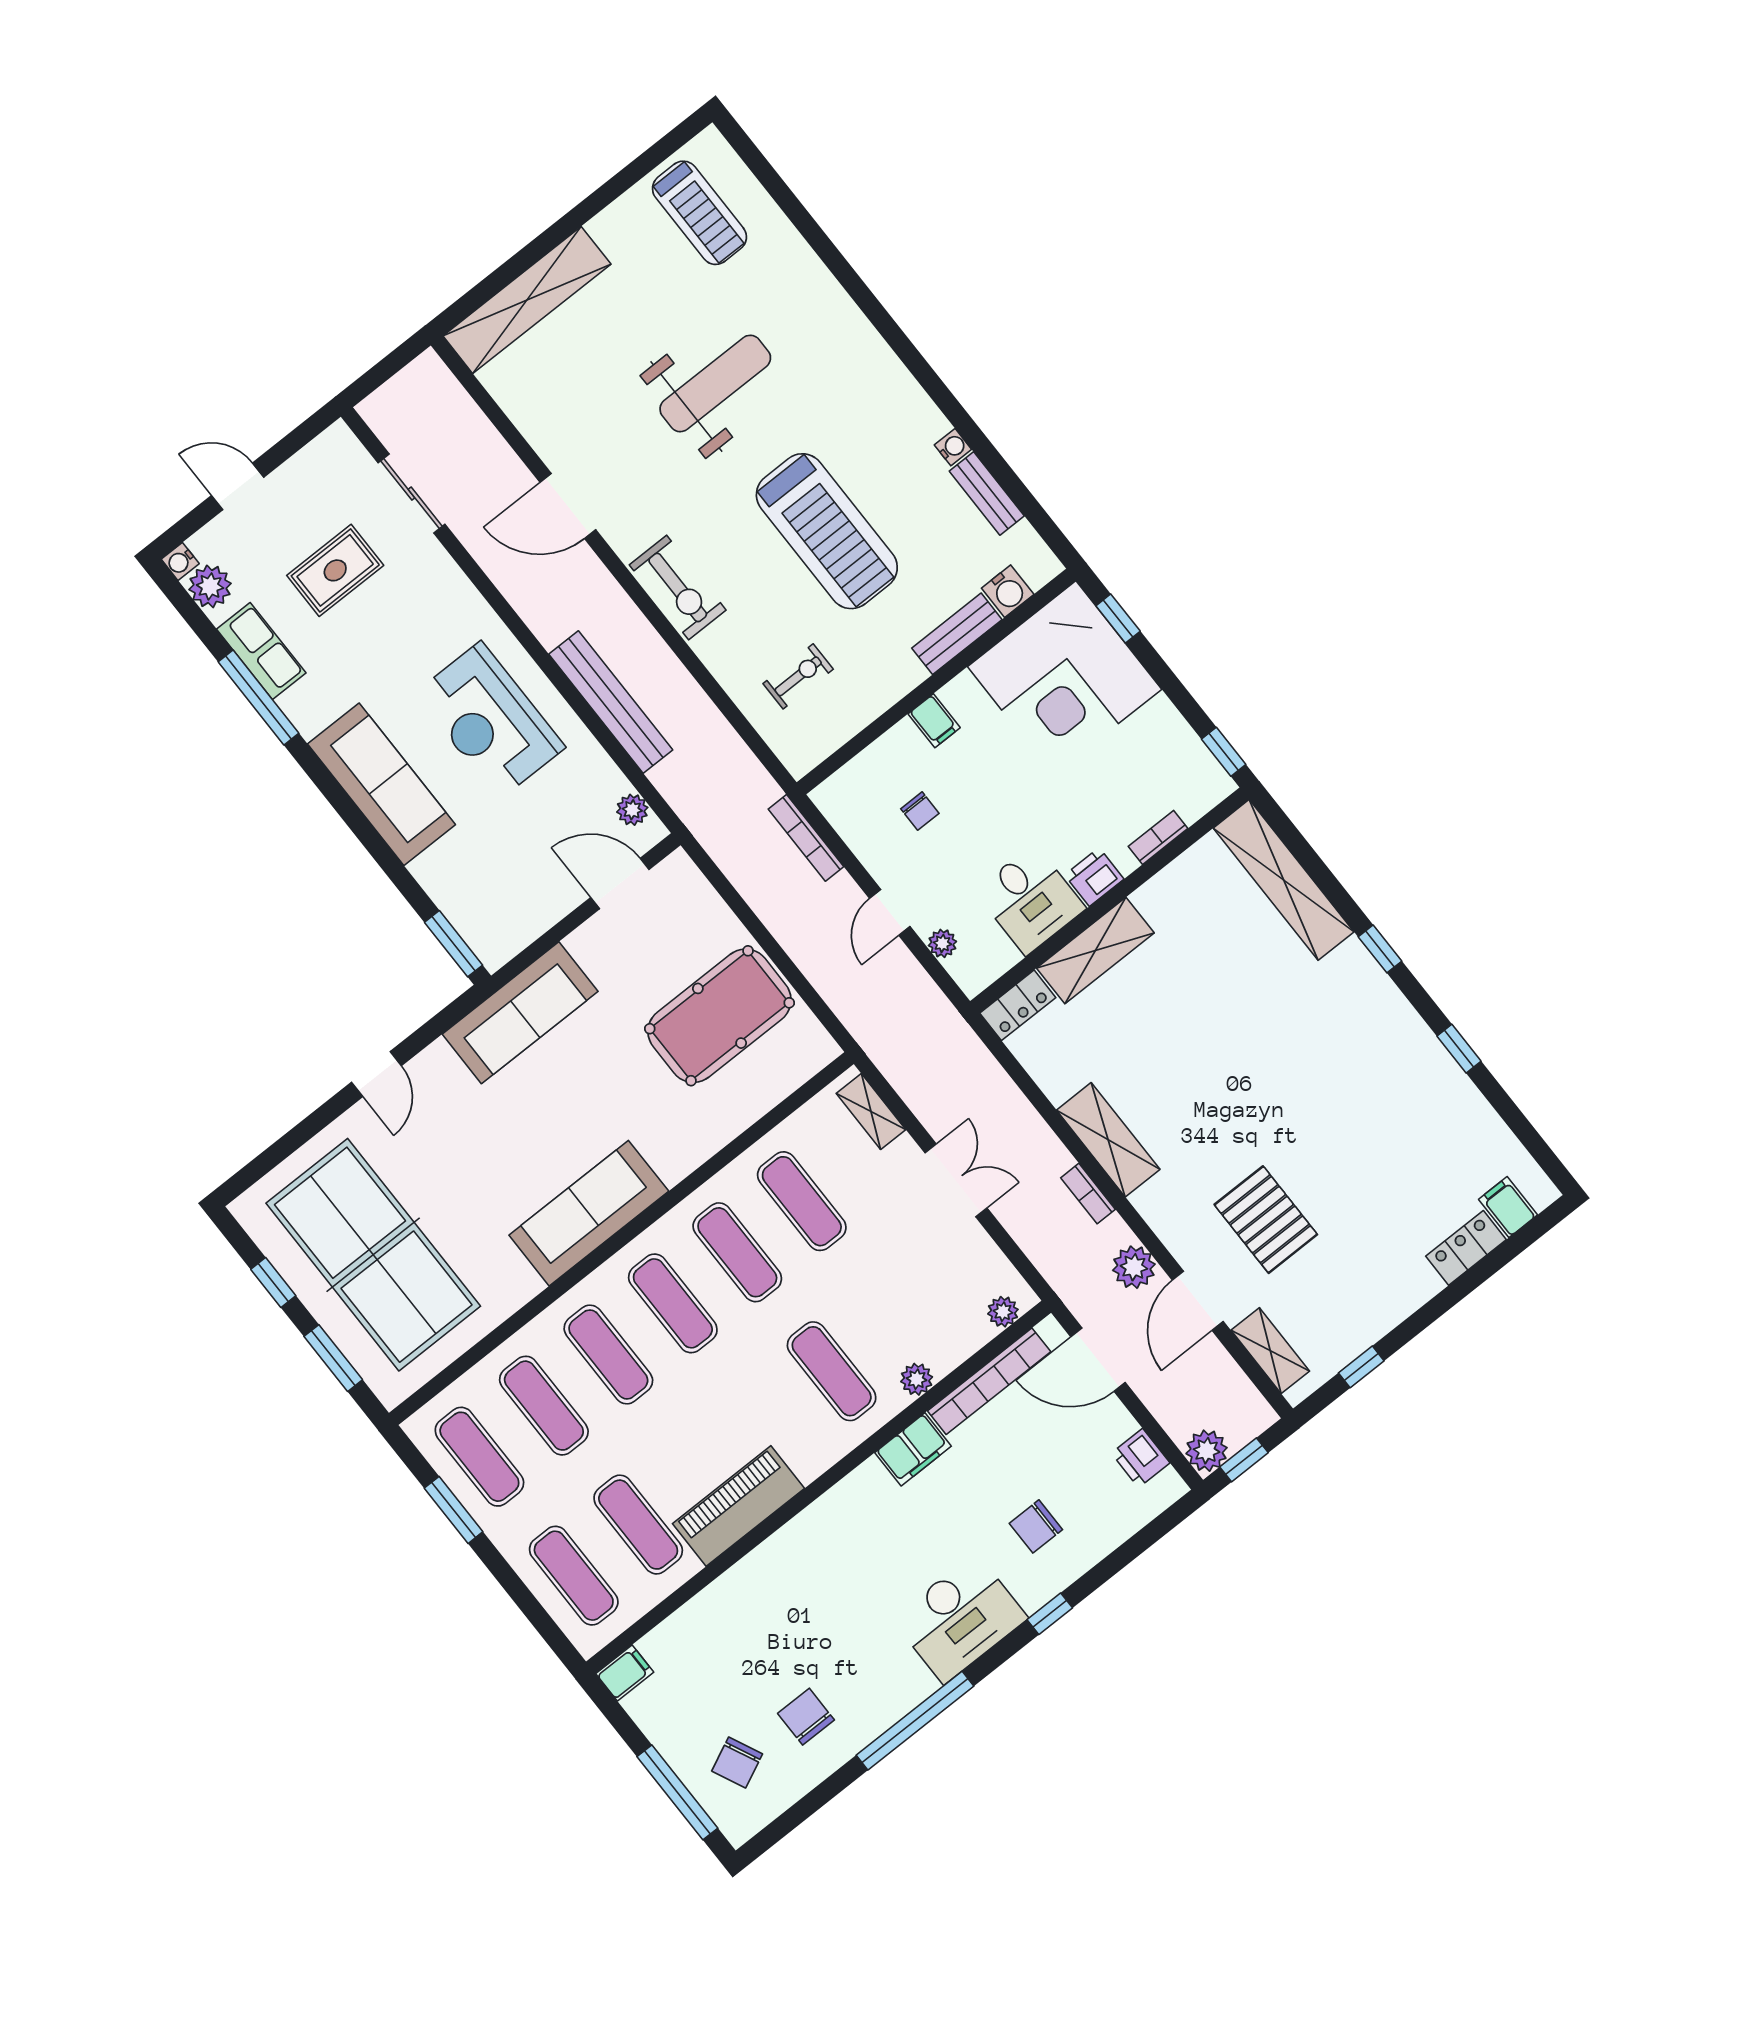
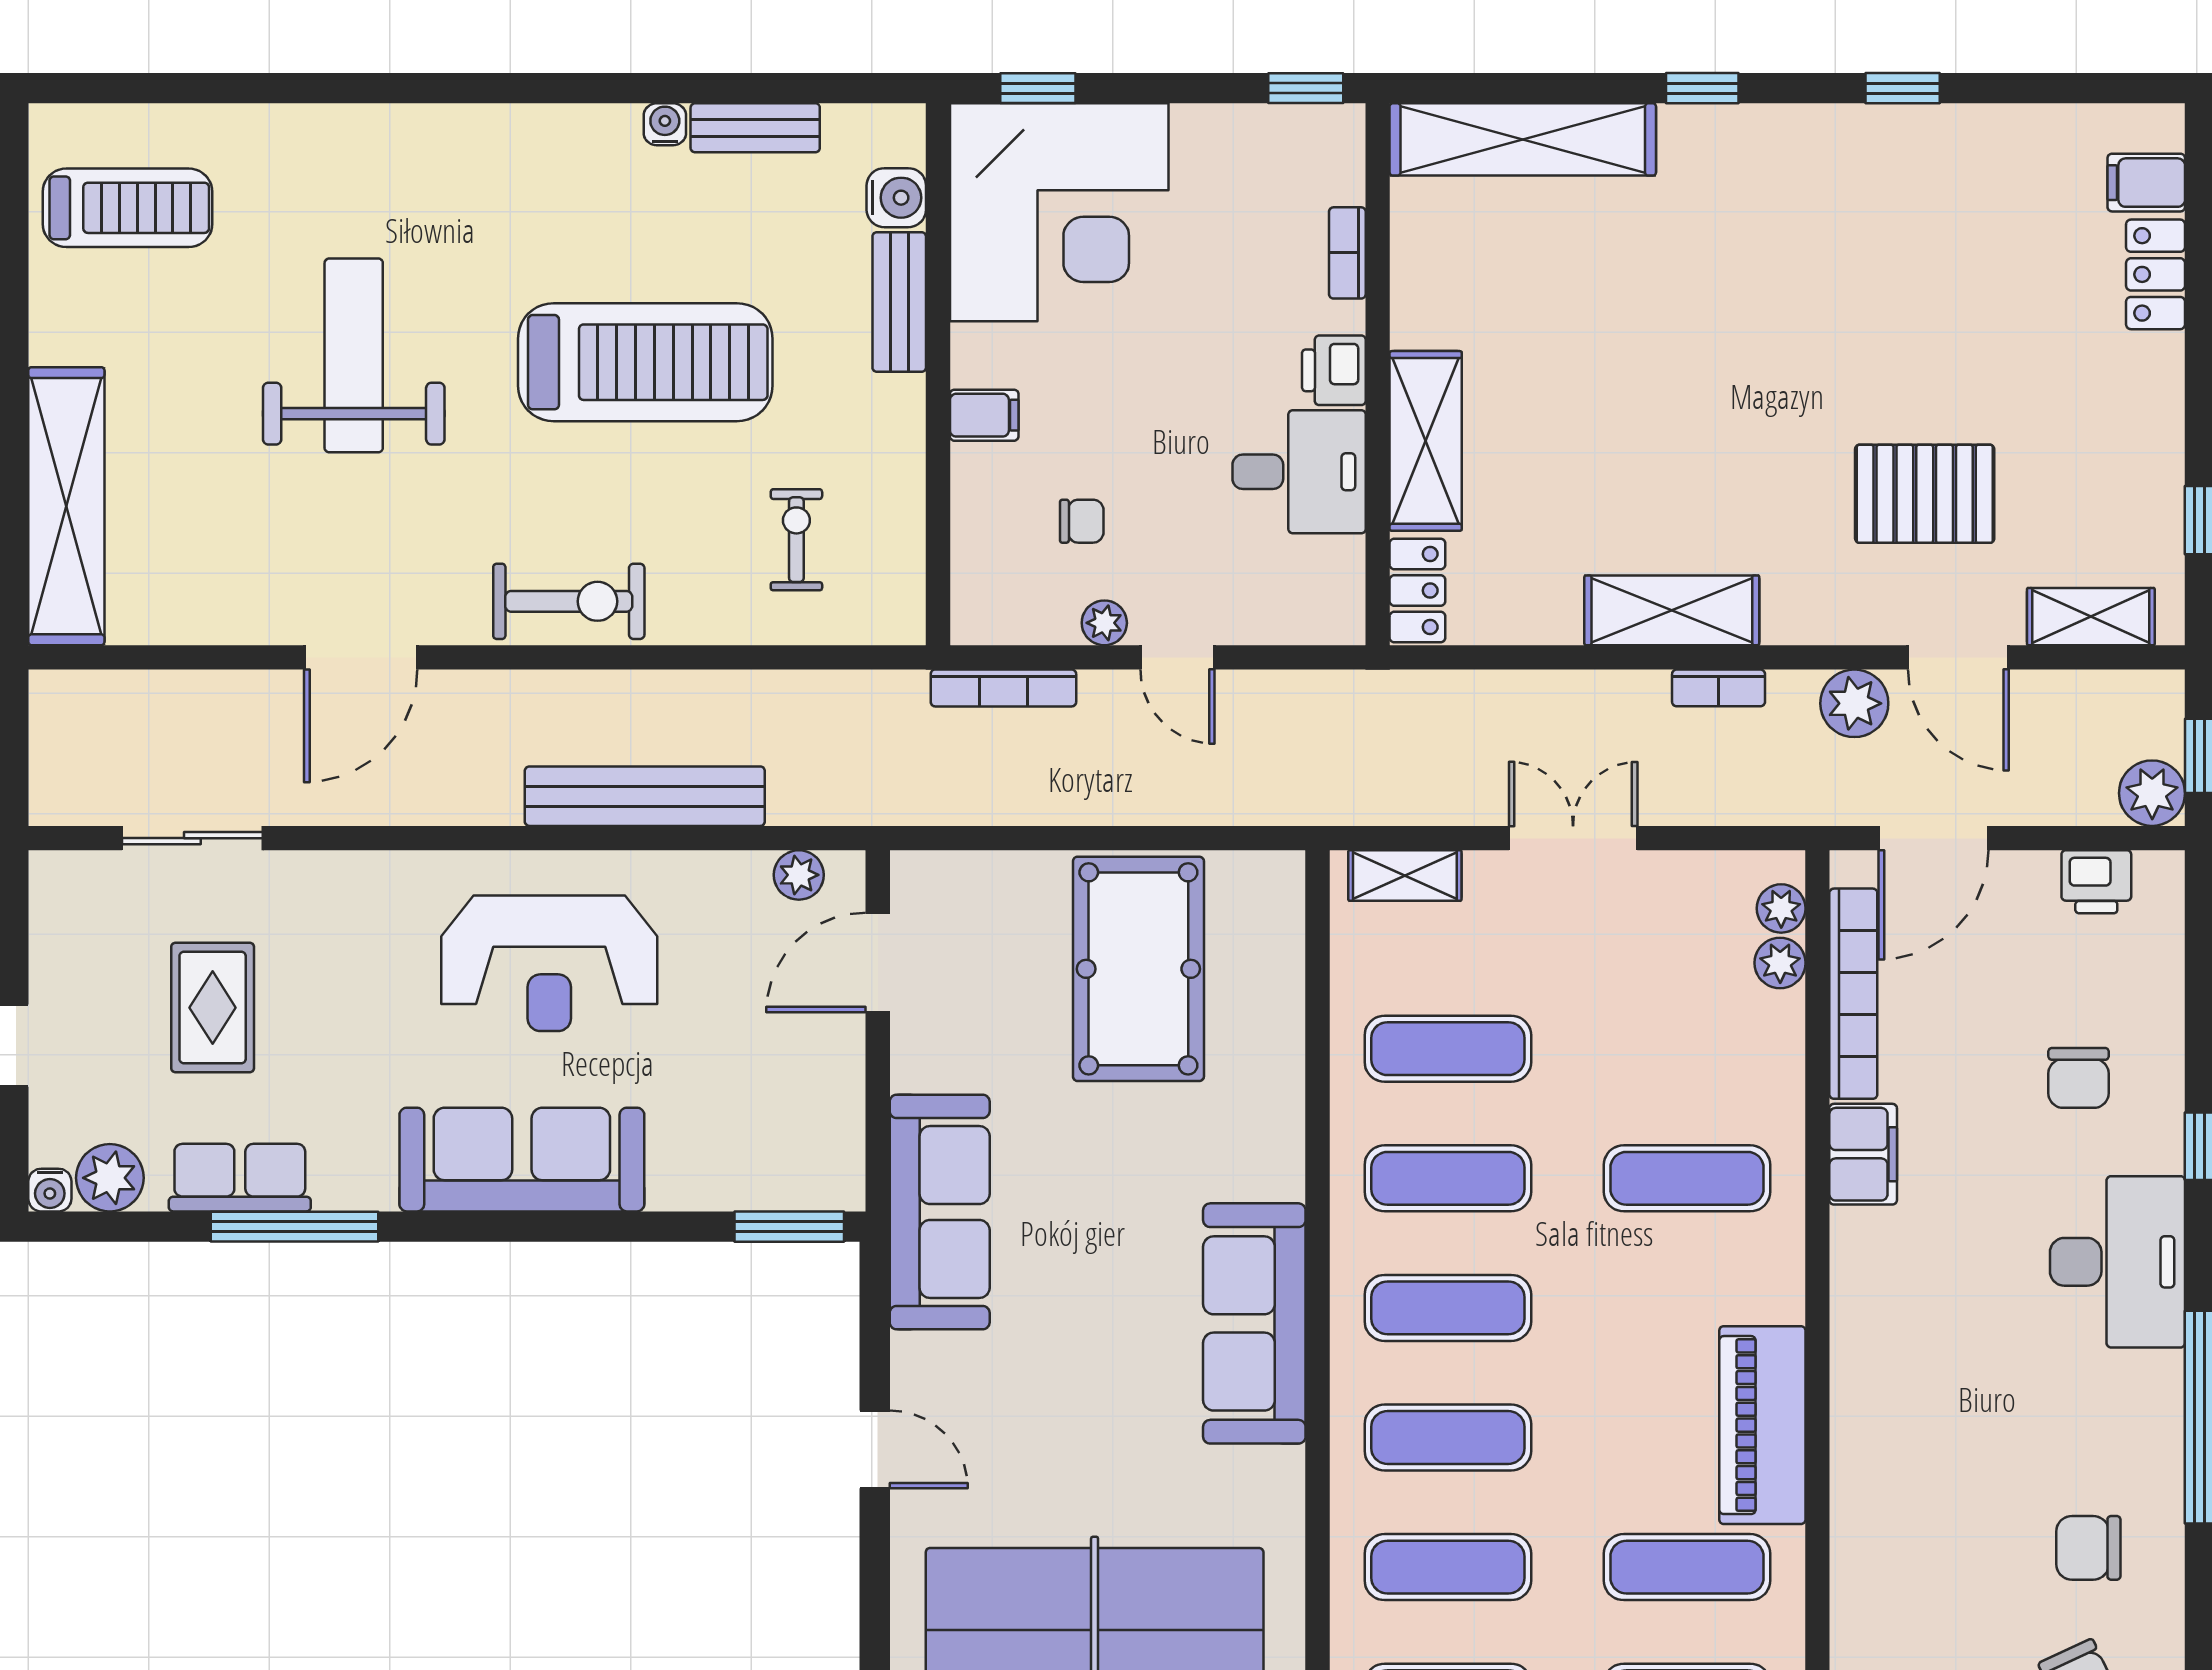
plant: (942, 943) -> (1104, 623), moved
plant: (917, 1379) -> (1780, 963), moved

